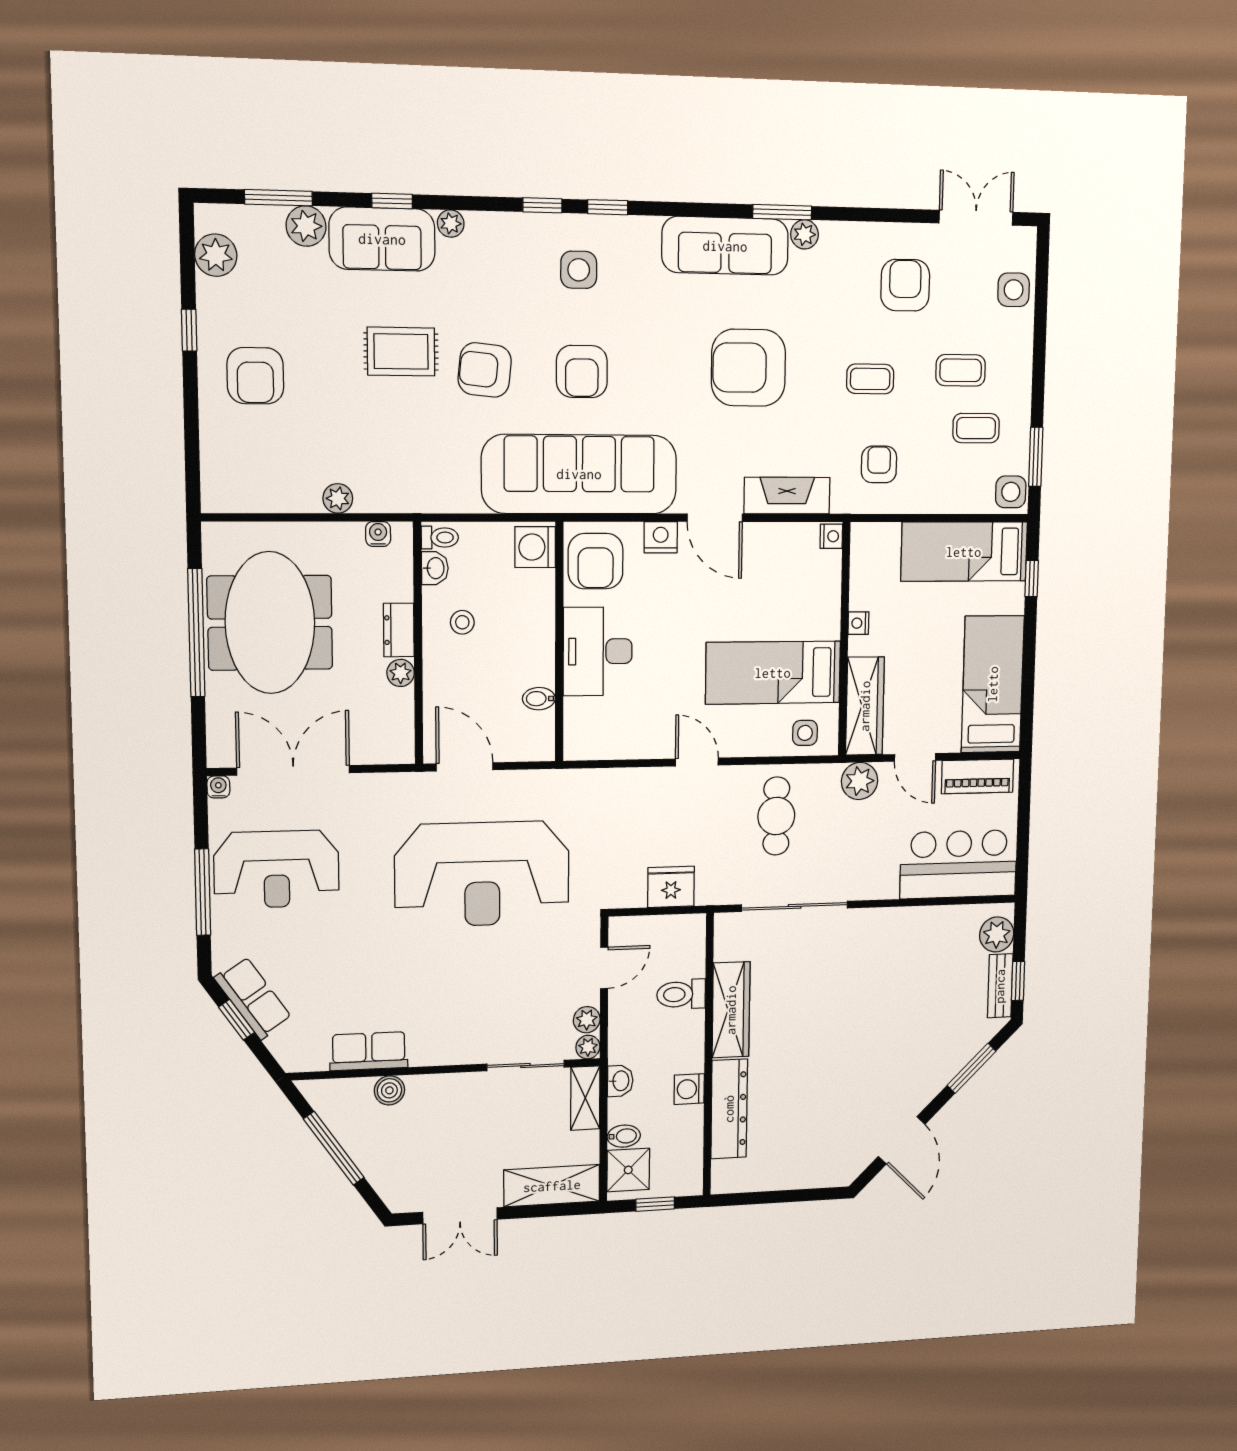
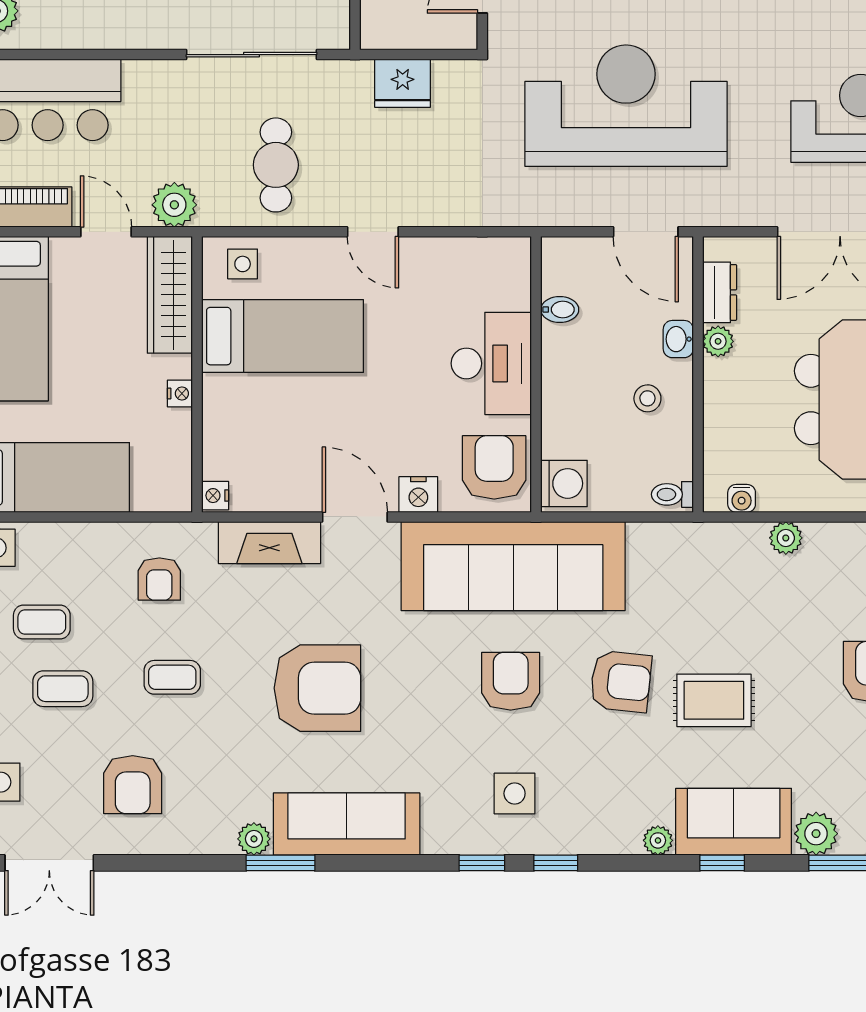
washbasin: (435, 568) -> (678, 339), moved
dresser: (399, 630) -> (720, 292), moved

